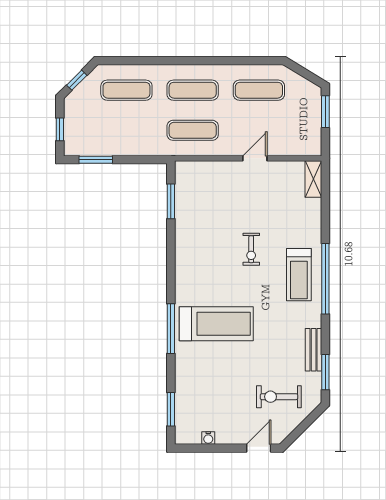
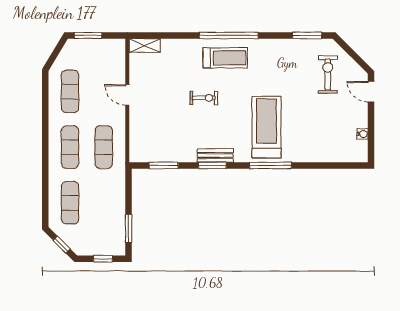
bench: (314, 350) -> (215, 155), moved
exercise bike: (279, 397) -> (328, 75), turned 180
window: (171, 409) -> (212, 165), moved

